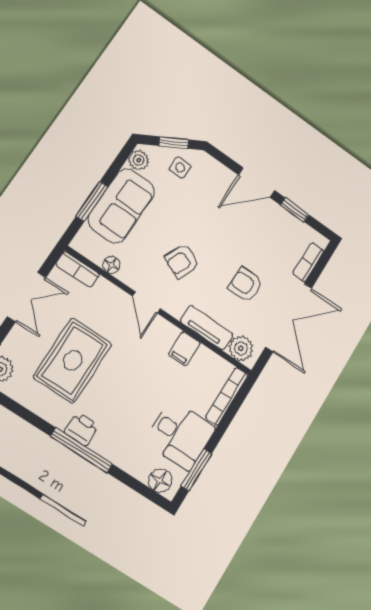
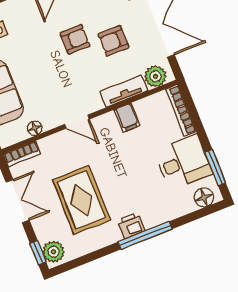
armchair: (182, 261) -> (75, 39), moved, turned -115

